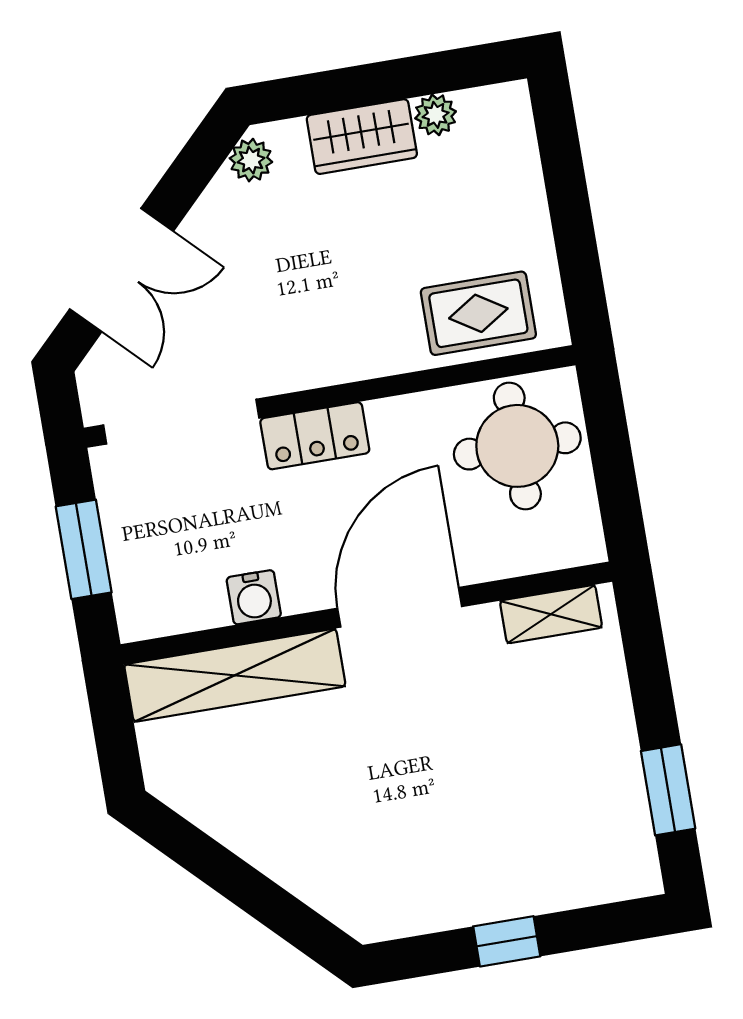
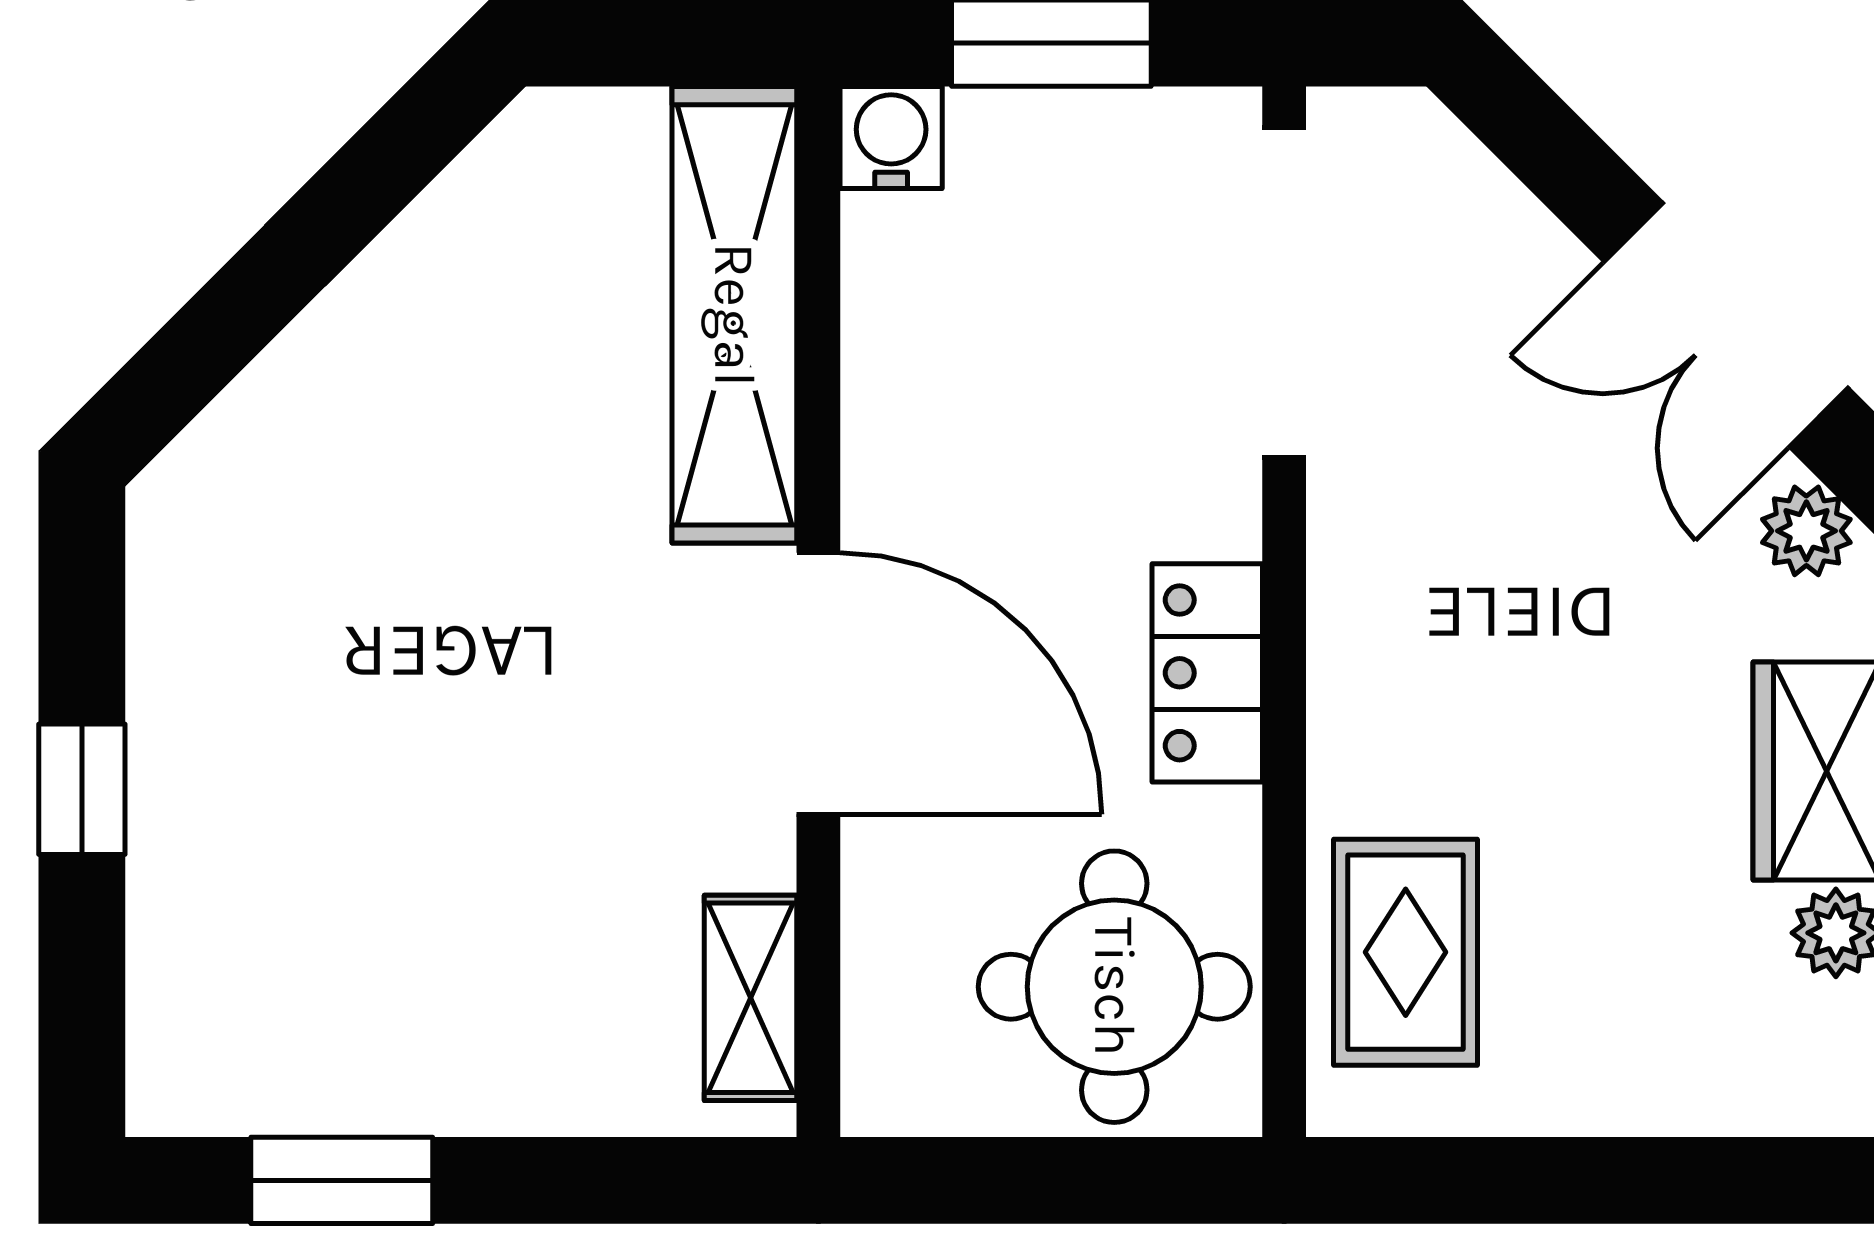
double door: (121, 270) -> (1726, 325), moved
locker: (315, 436) -> (1207, 673), moved
water cooler: (254, 597) -> (891, 138), moved, turned 90

